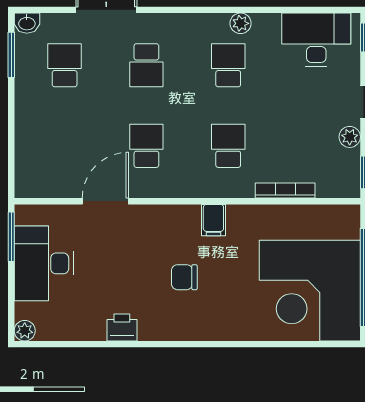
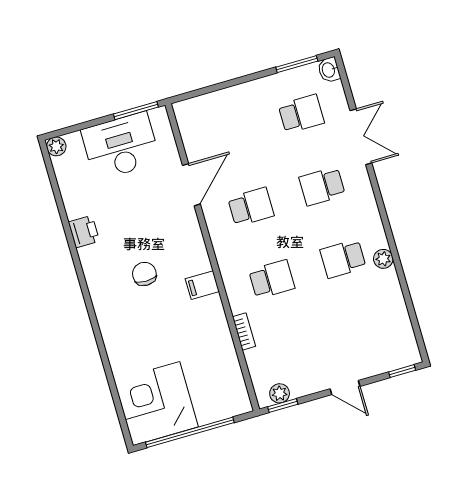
desk: (316, 40) -> (388, 330), removed
school desk: (228, 65) -> (343, 259), turned 180
plant: (350, 137) -> (280, 393), moved
bookcase: (285, 191) -> (244, 331), width x0.64
door: (105, 201) -> (191, 185), hinge flipped
corner desk: (310, 291) -> (156, 404), width x0.74, depth x0.74

